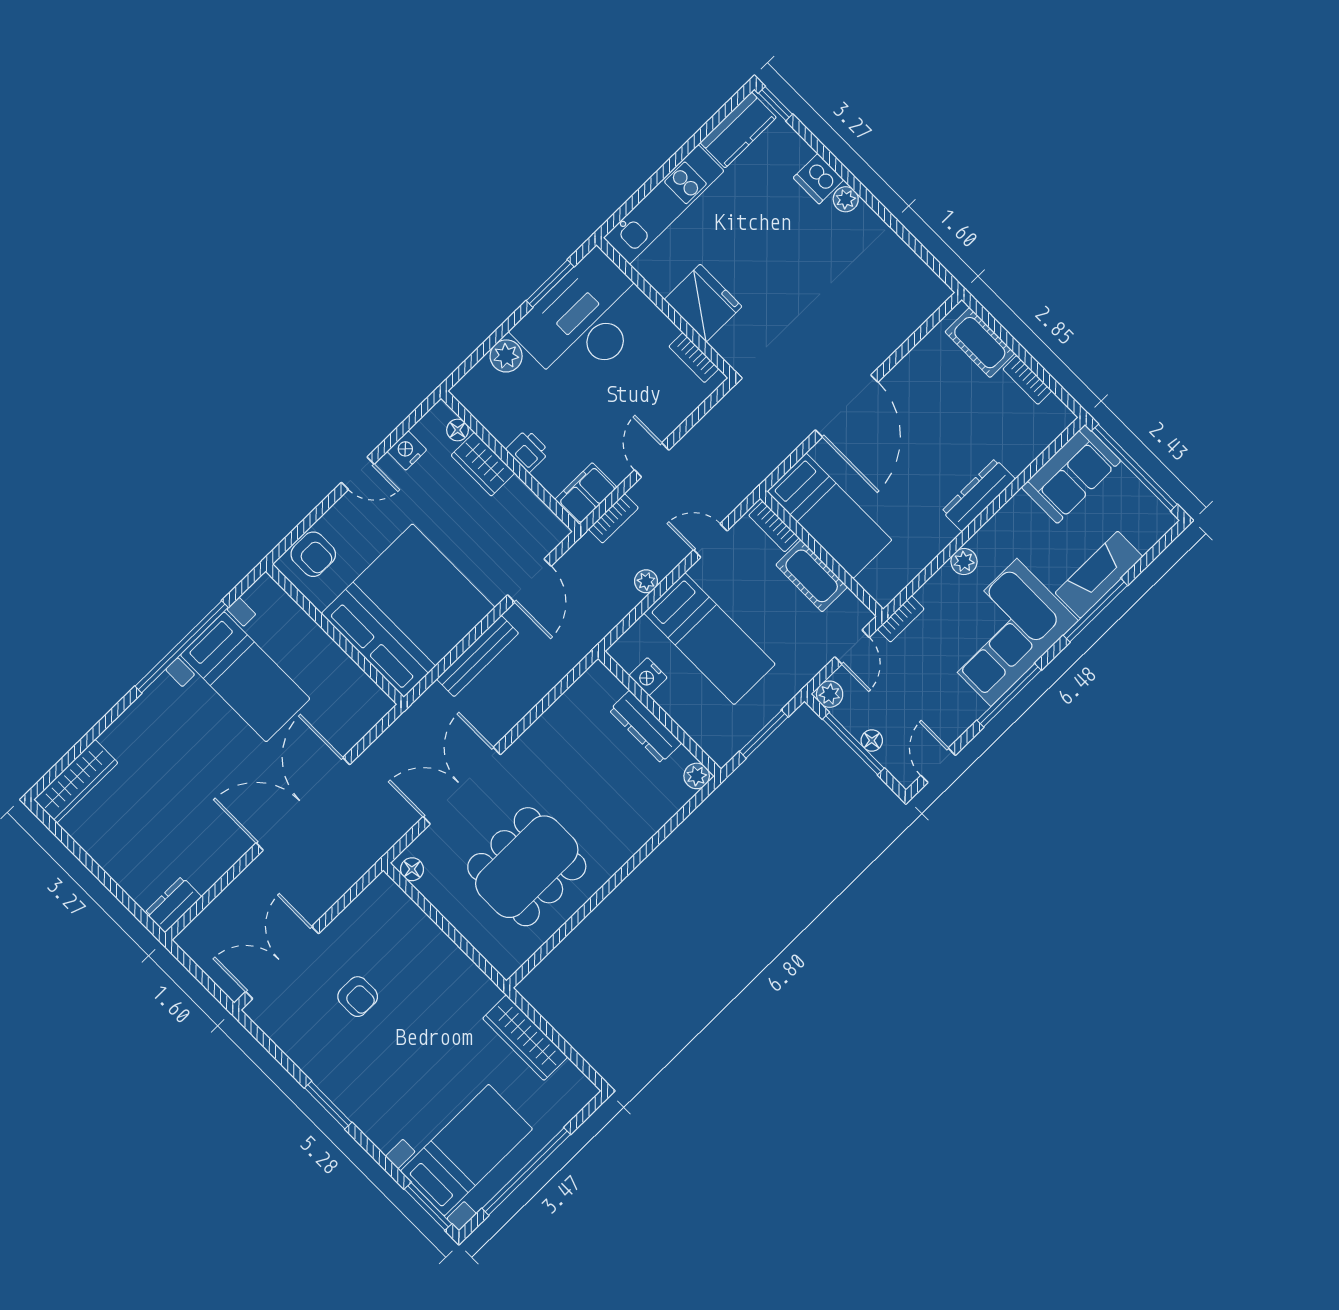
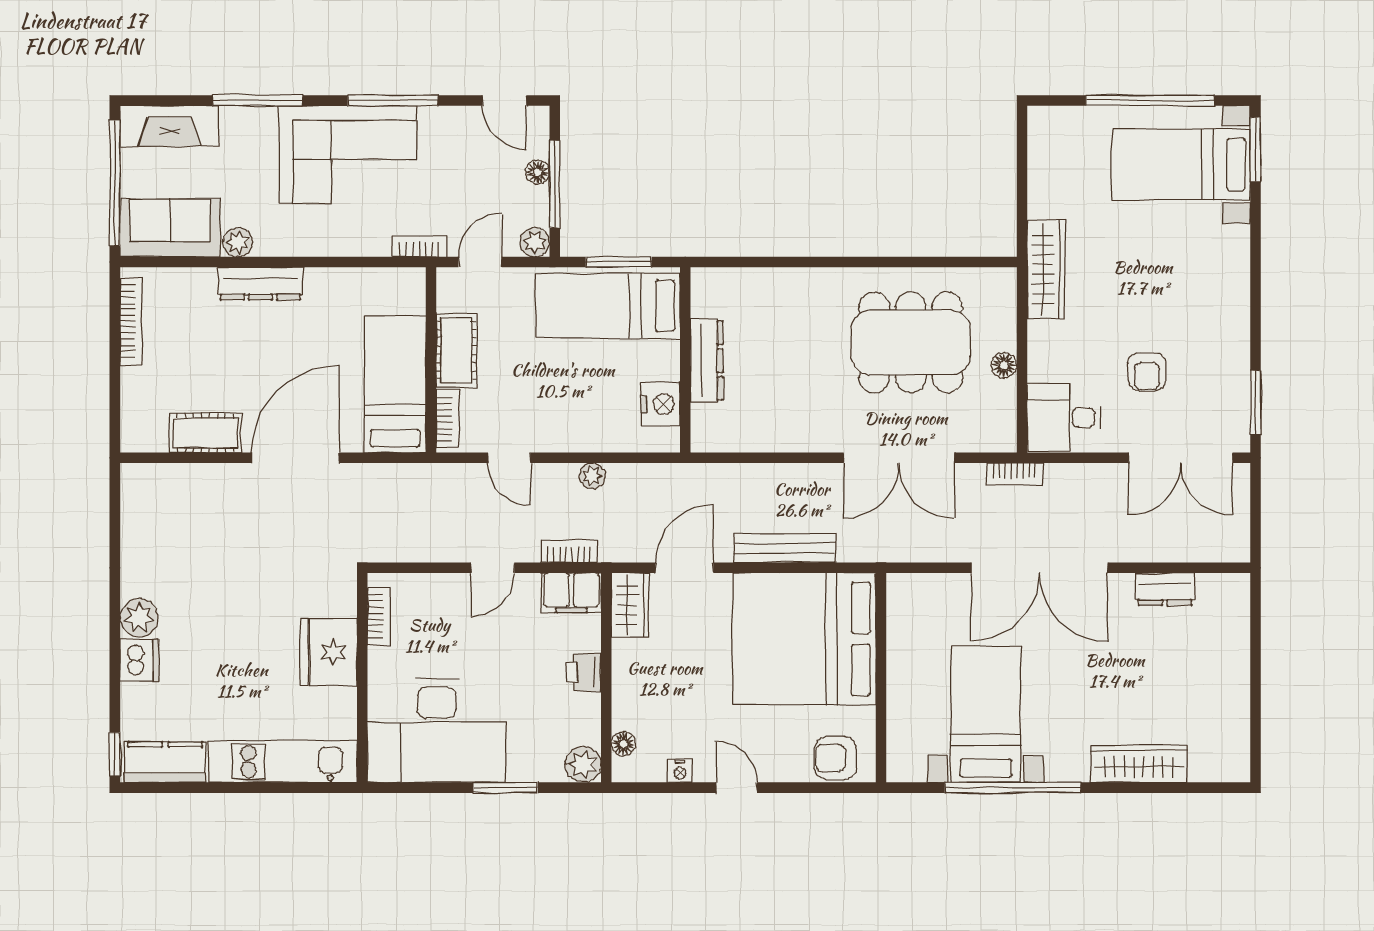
plant: (846, 199) -> (139, 618), width x1.38, depth x1.38
window: (550, 284) -> (505, 788), moved
cot: (980, 343) -> (205, 433), moved, turned 90
plant: (506, 356) -> (583, 765), moved
bookcase: (1027, 380) -> (131, 321), width x1.56
nightstand: (407, 450) -> (680, 771), width x0.72, depth x0.74
wardrobe: (483, 464) -> (630, 605), moved
armchair: (313, 554) -> (836, 758), turned -90
plant: (964, 562) -> (238, 242), moved
fireplace: (1099, 575) -> (169, 126), moved
bed: (709, 639) -> (608, 306), moved, turned -90
nightstand: (648, 677) -> (661, 404), width x1.36, depth x1.33
door: (938, 765) -> (504, 100), hinge flipped
plant: (697, 776) -> (705, 281), removed
wardrobe: (76, 781) -> (1139, 764), moved
bookcase: (378, 848) -> (1014, 474), added
floor lamp: (412, 869) -> (1004, 365), moved
dresser: (173, 905) -> (1165, 589), moved
desk: (382, 915) -> (1064, 417), added
armchair: (358, 997) -> (1147, 372), turned 180
wardrobe: (525, 1038) -> (1046, 269), moved
window: (328, 1105) -> (1256, 403), moved

